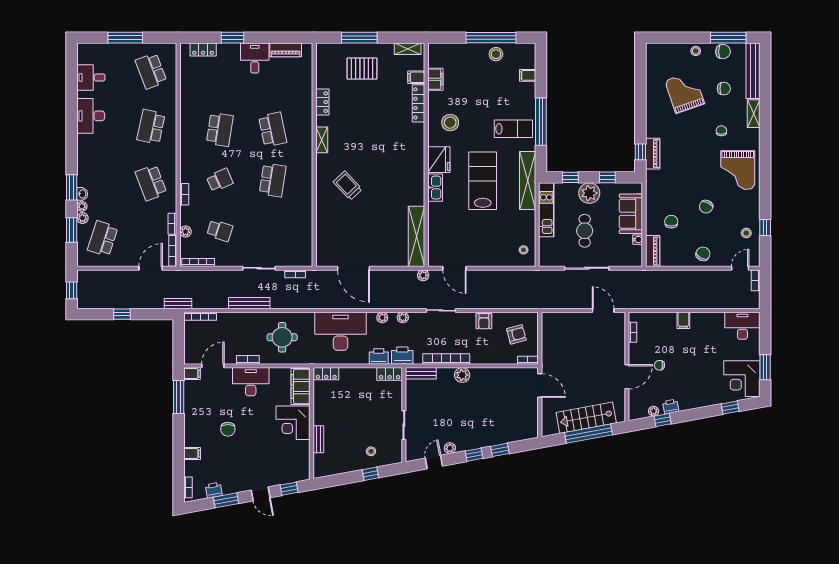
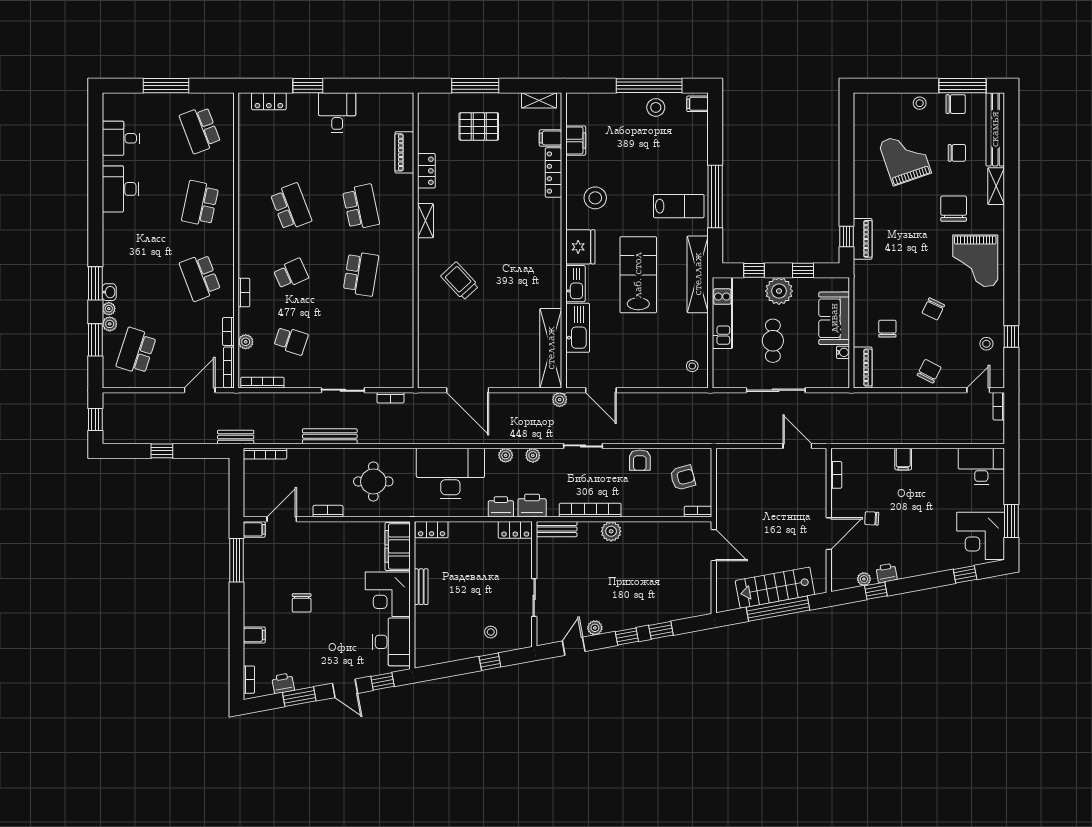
piano: (286, 50) -> (404, 152), moved, turned 90
filing cabinet: (528, 75) -> (697, 104), moved
school desk: (220, 129) -> (291, 207), turned -30
chair: (721, 131) -> (954, 209), width x1.87, depth x1.87
kitchen sink: (437, 221) -> (578, 328), added
desk: (251, 382) -> (391, 642), moved, turned 90
bench: (318, 439) -> (421, 587), moved

